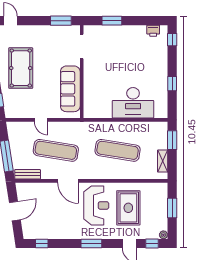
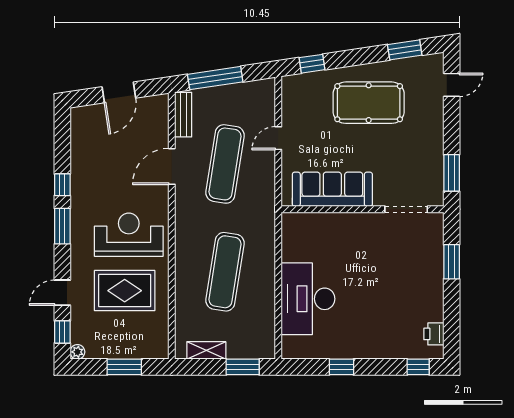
door: (68, 181) -> (172, 166), moved
reception desk: (96, 205) -> (129, 235), turned 180
door: (15, 211) -> (119, 92), hinge flipped
window: (42, 244) -> (62, 185), moved

